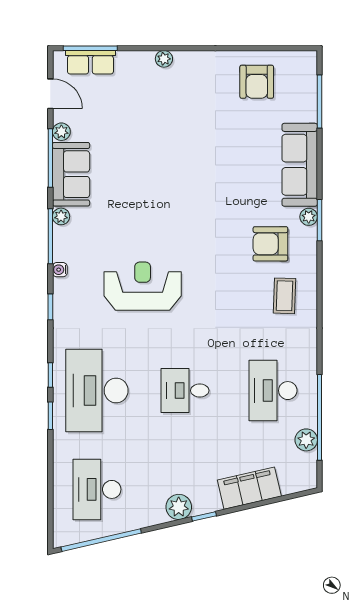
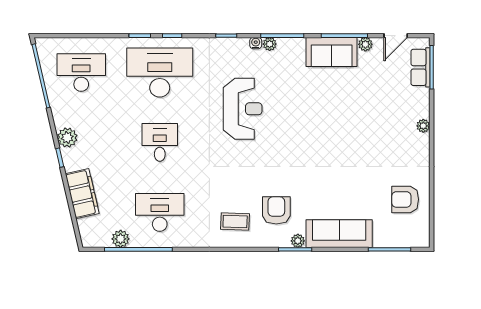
plant: (61, 216) -> (270, 44), moved

